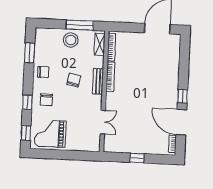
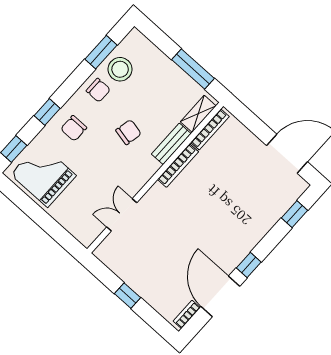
stool: (71, 40) -> (120, 69), moved
window: (184, 54) -> (294, 214), added
bench: (98, 81) -> (171, 144), moved
double door: (103, 122) -> (122, 215), swing flipped

